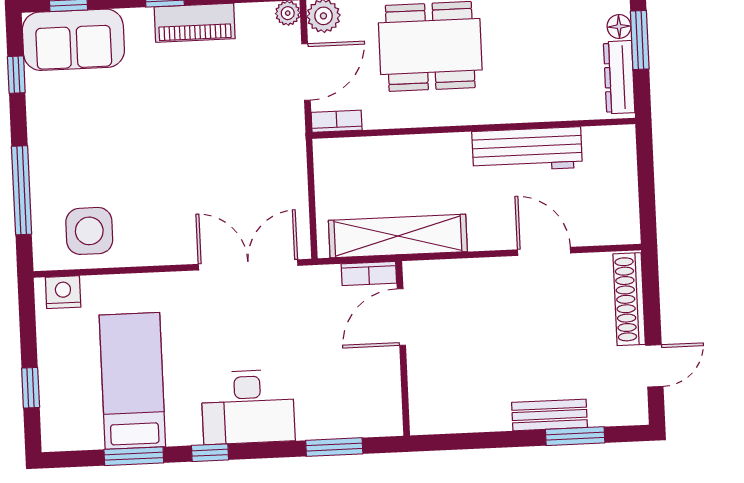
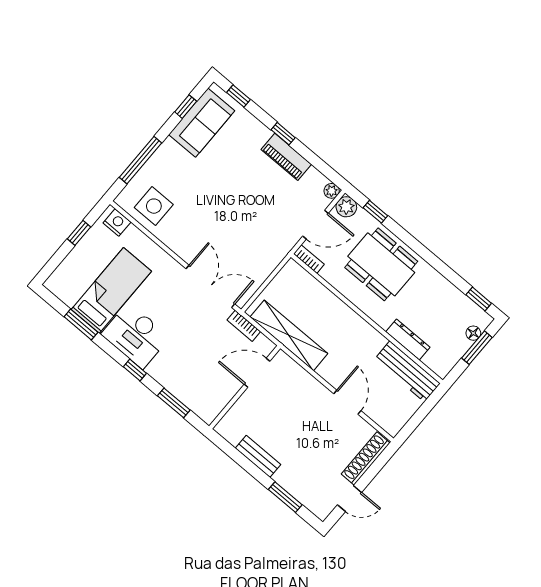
sofa: (73, 40) -> (202, 123), moved, turned -90
dresser: (619, 77) -> (408, 339), moved, turned 90
workbench: (527, 150) -> (407, 371), moved
bookcase: (369, 273) -> (244, 326), moved
window: (31, 388) -> (79, 233), moved
desk: (248, 407) -> (135, 336), moved
bench: (549, 415) -> (258, 456), moved
window: (210, 453) -> (135, 370), moved

